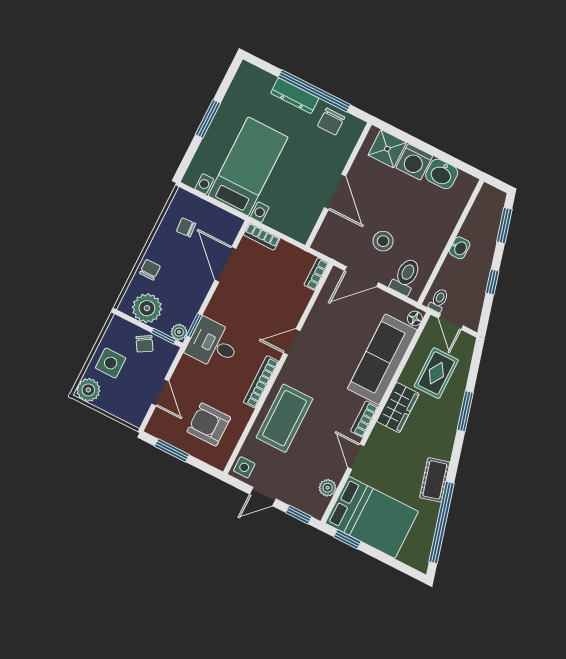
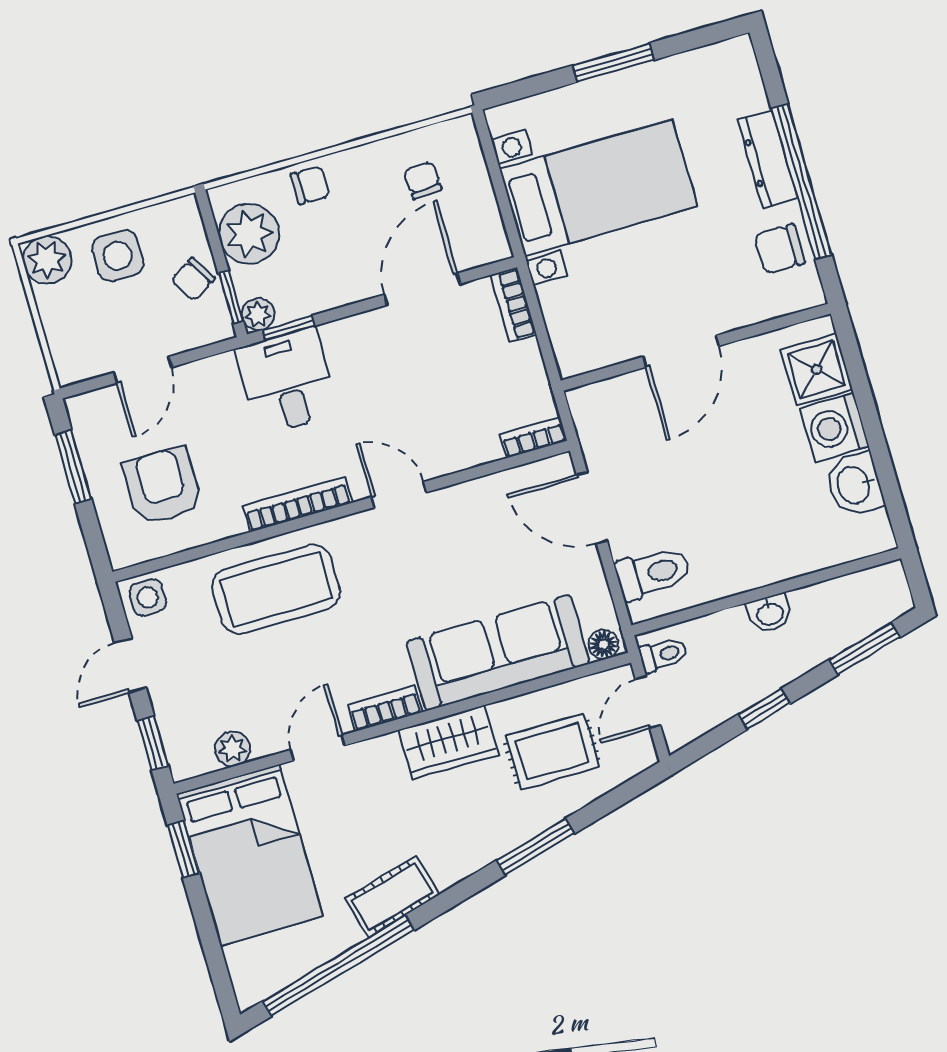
stool: (383, 241) -> (674, 491), removed
door: (263, 496) -> (130, 665), hinge flipped

